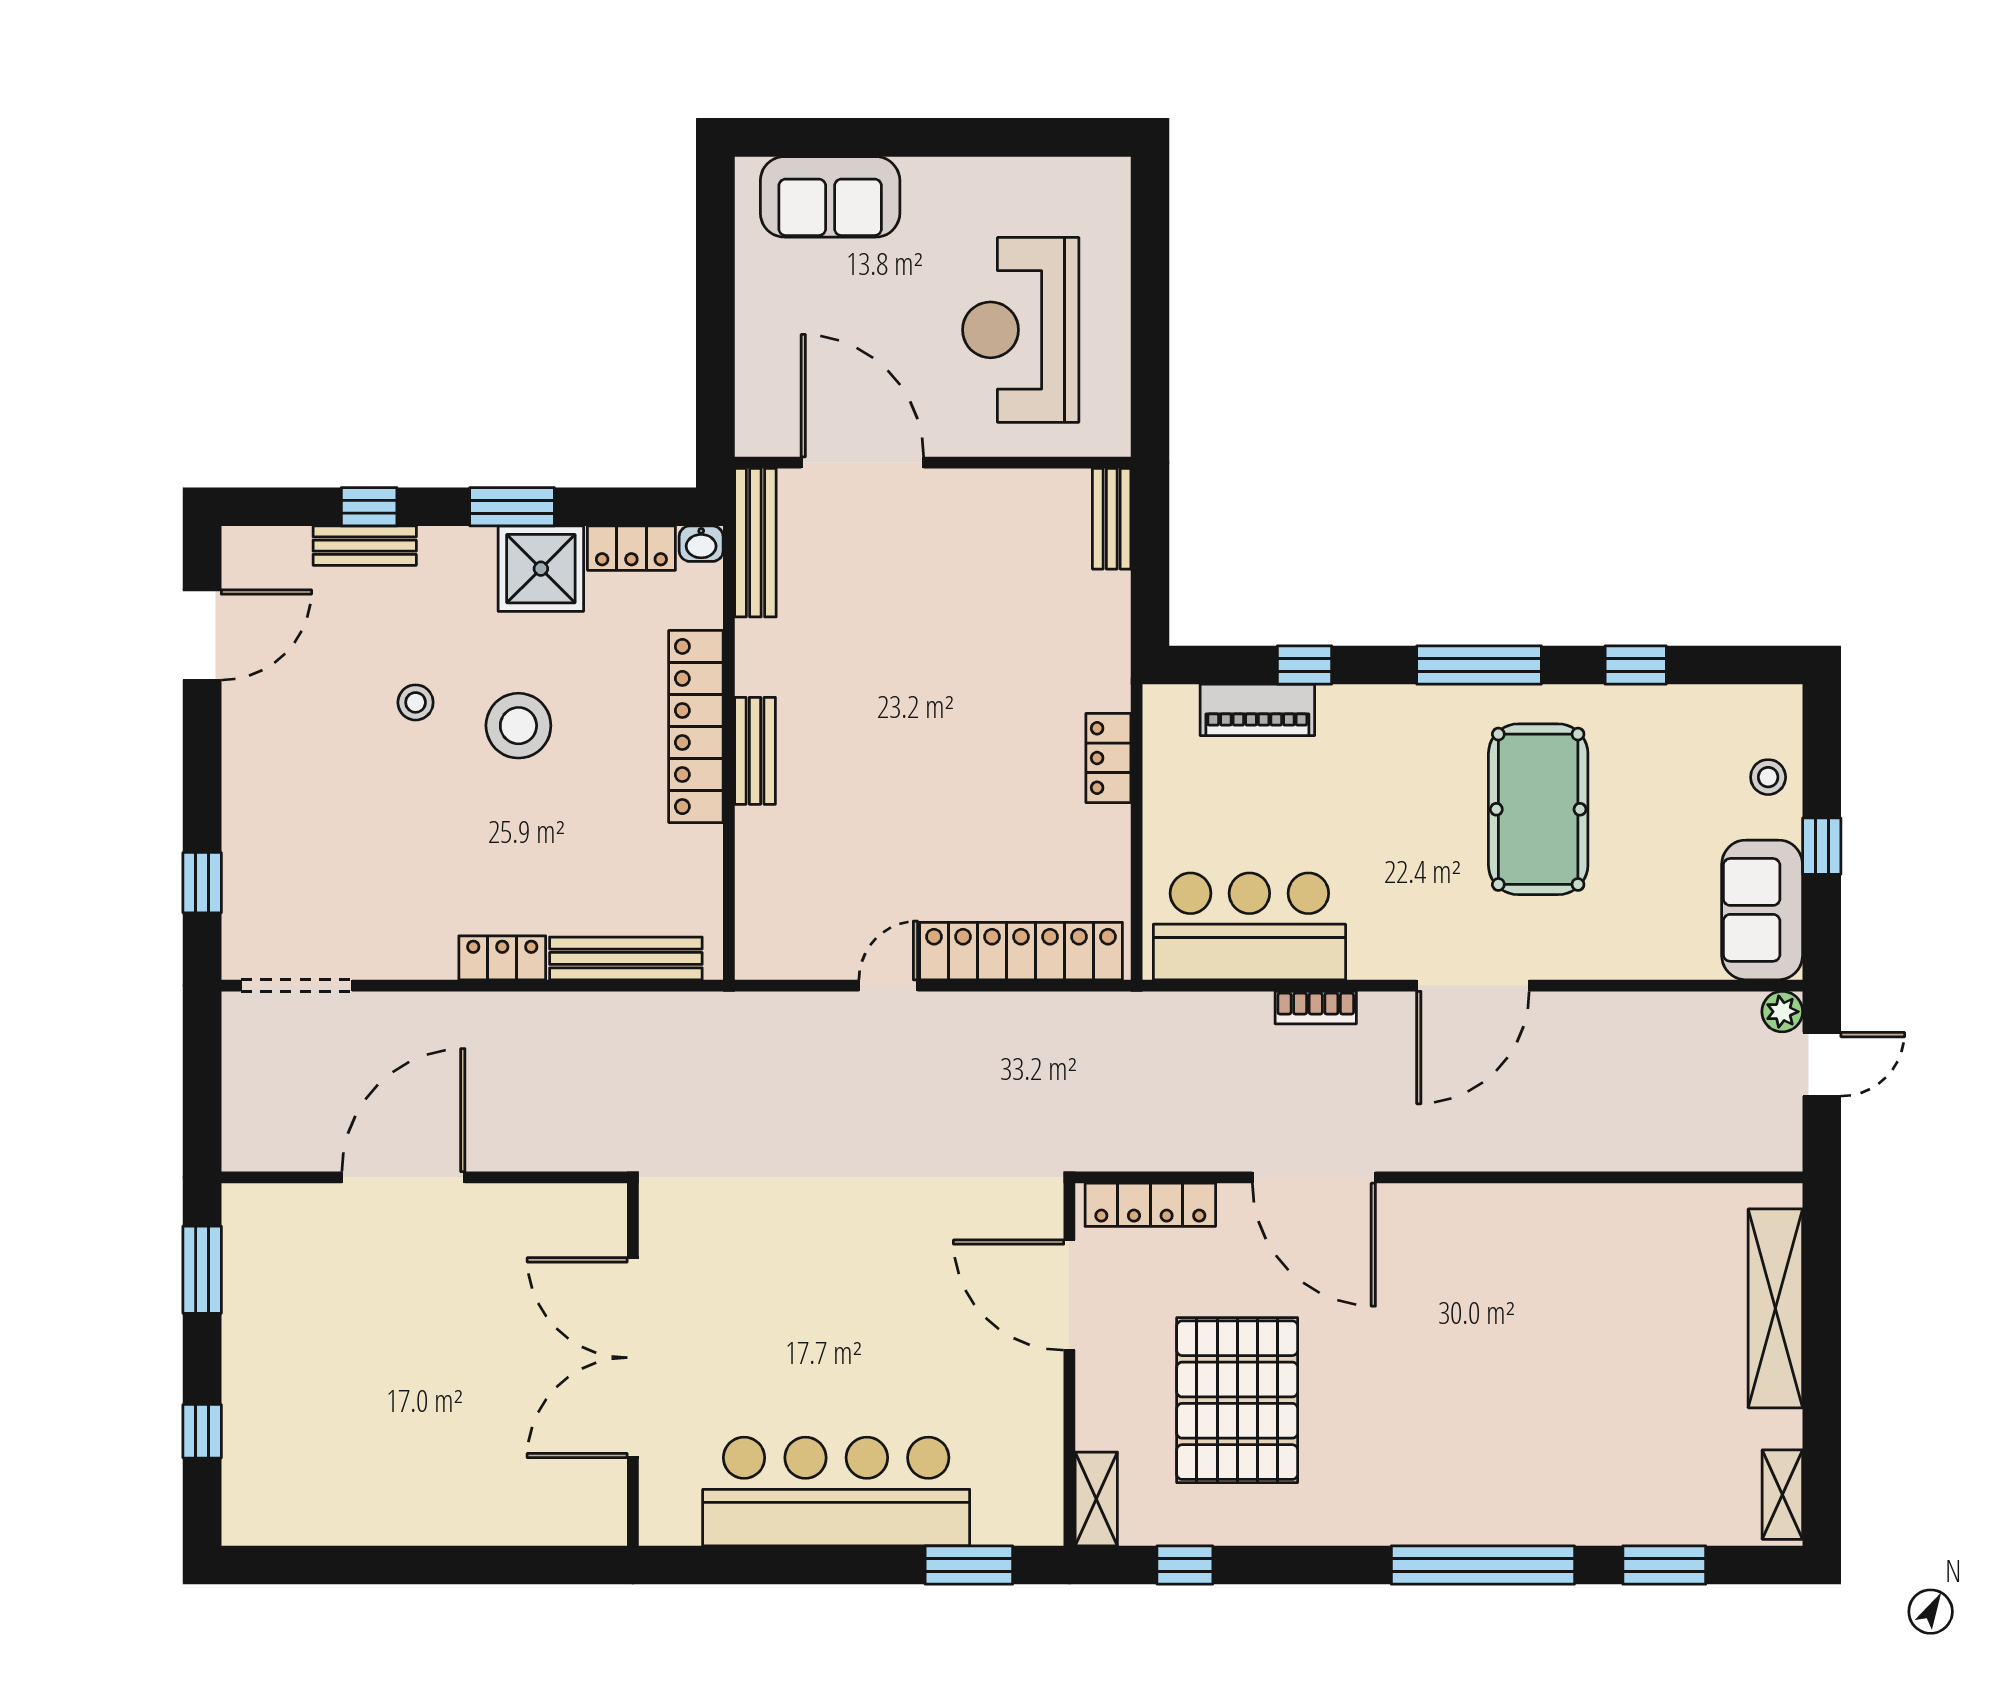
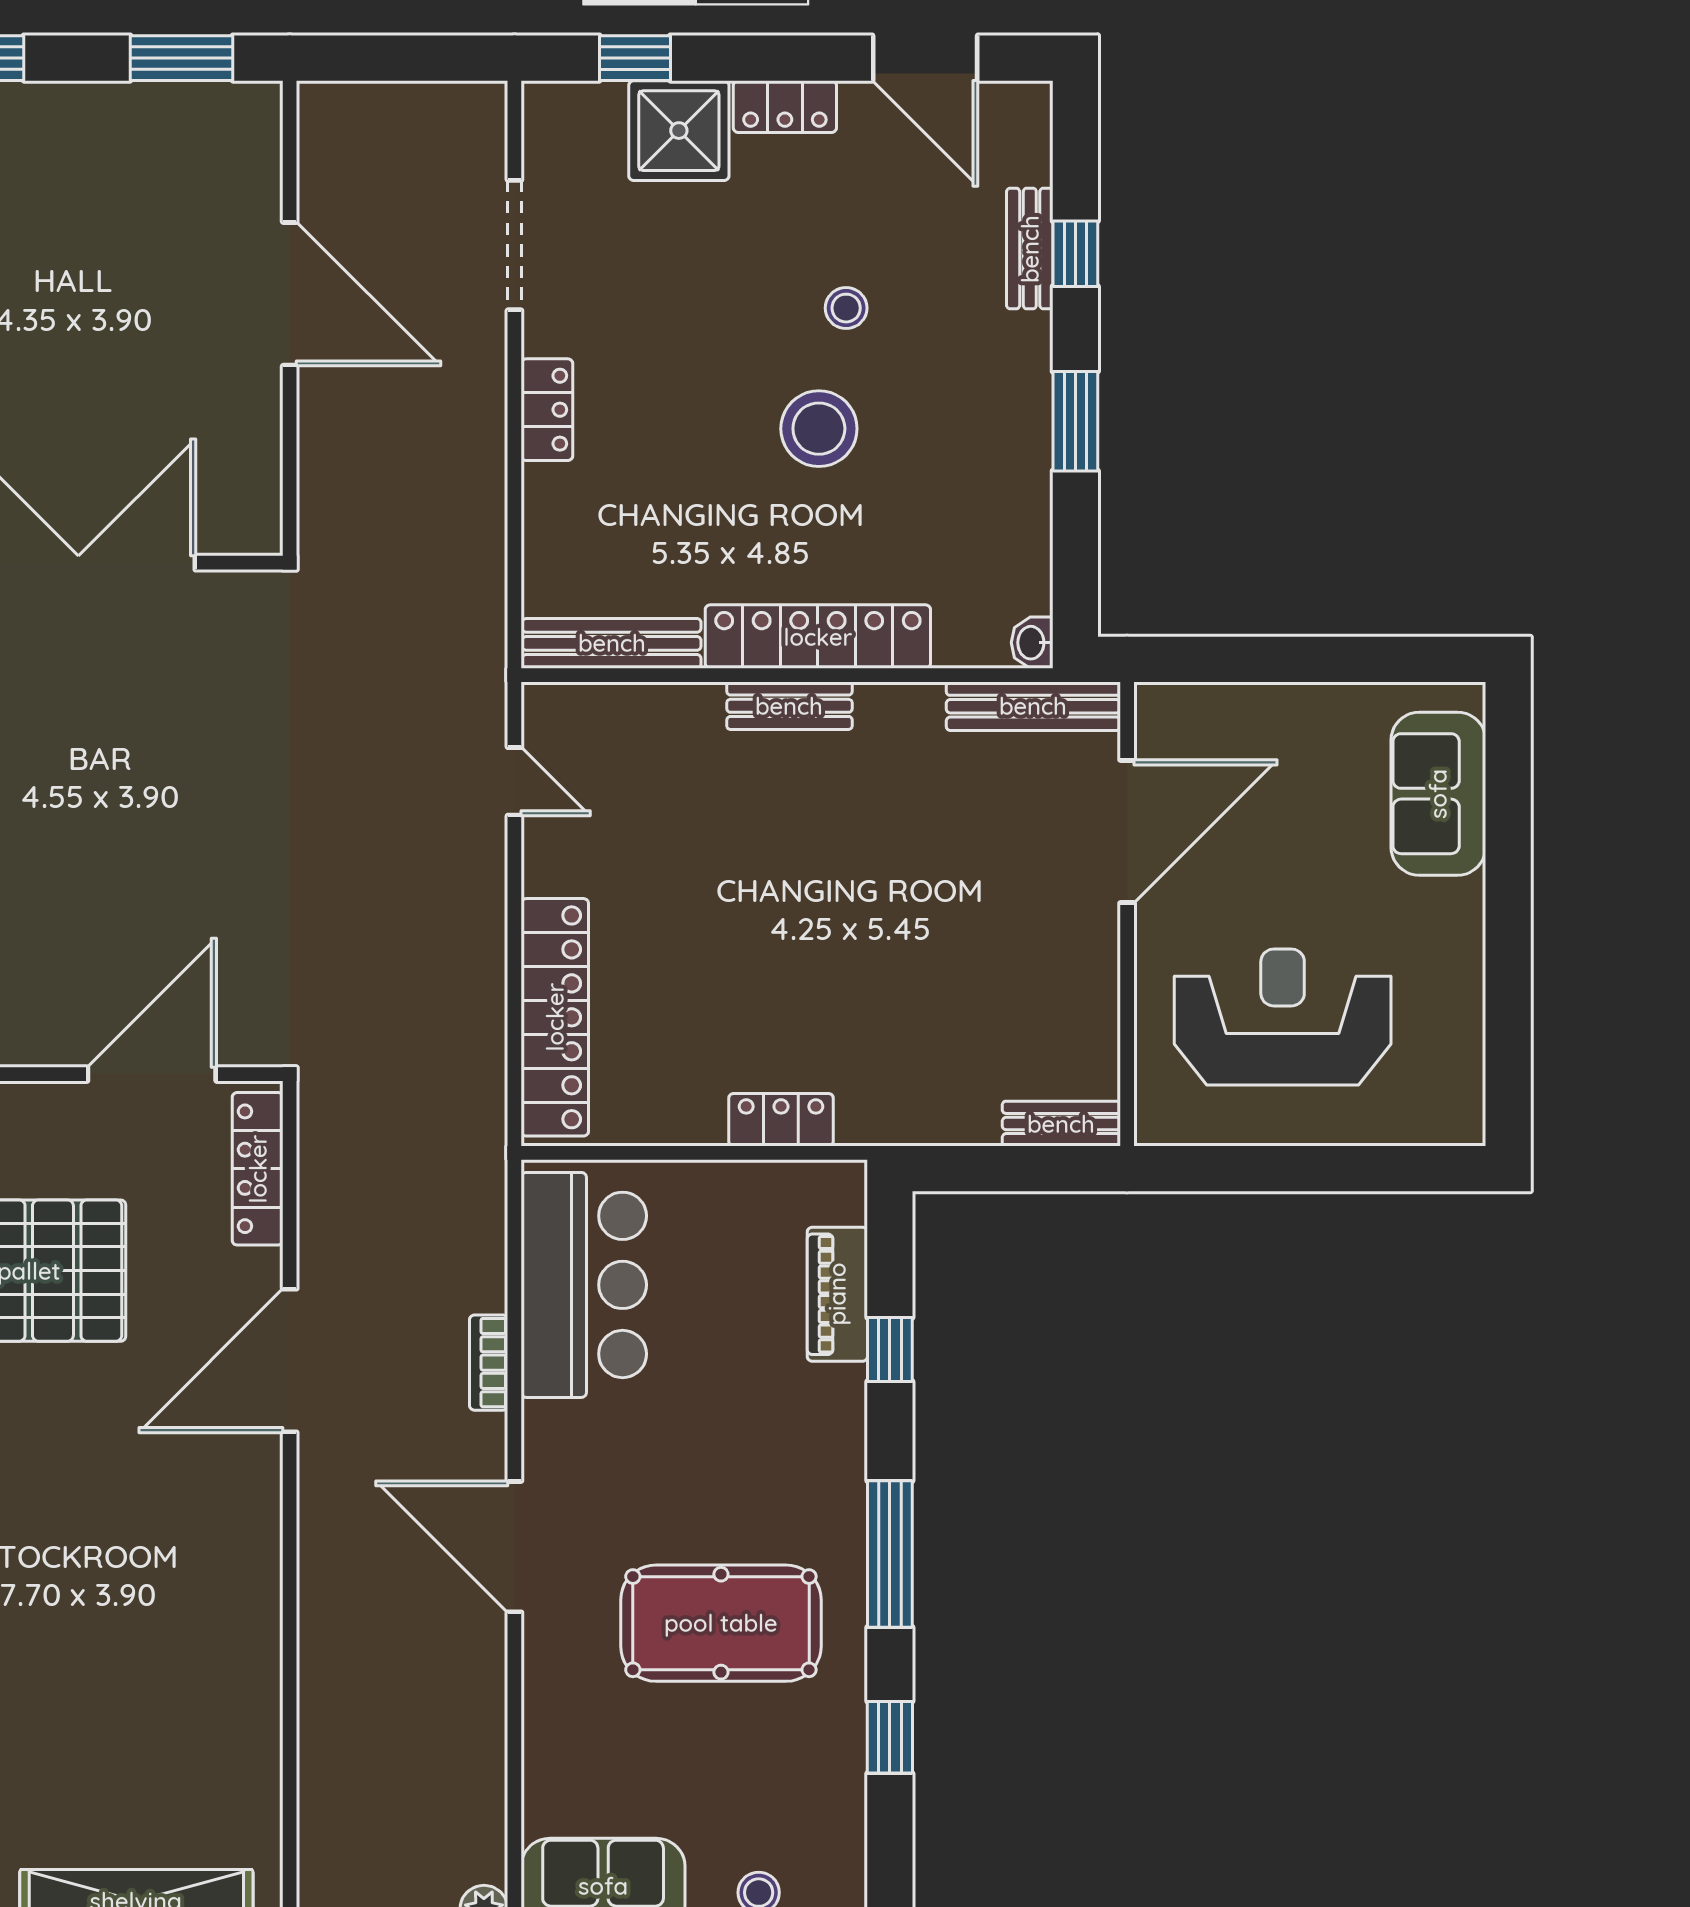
locker: (631, 548) -> (785, 107), moved, turned -90
shower: (541, 569) -> (679, 131), moved
bench: (626, 958) -> (612, 643), moved, turned 90
doorway: (296, 986) -> (514, 245), moved
door: (888, 986) -> (514, 781), moved

